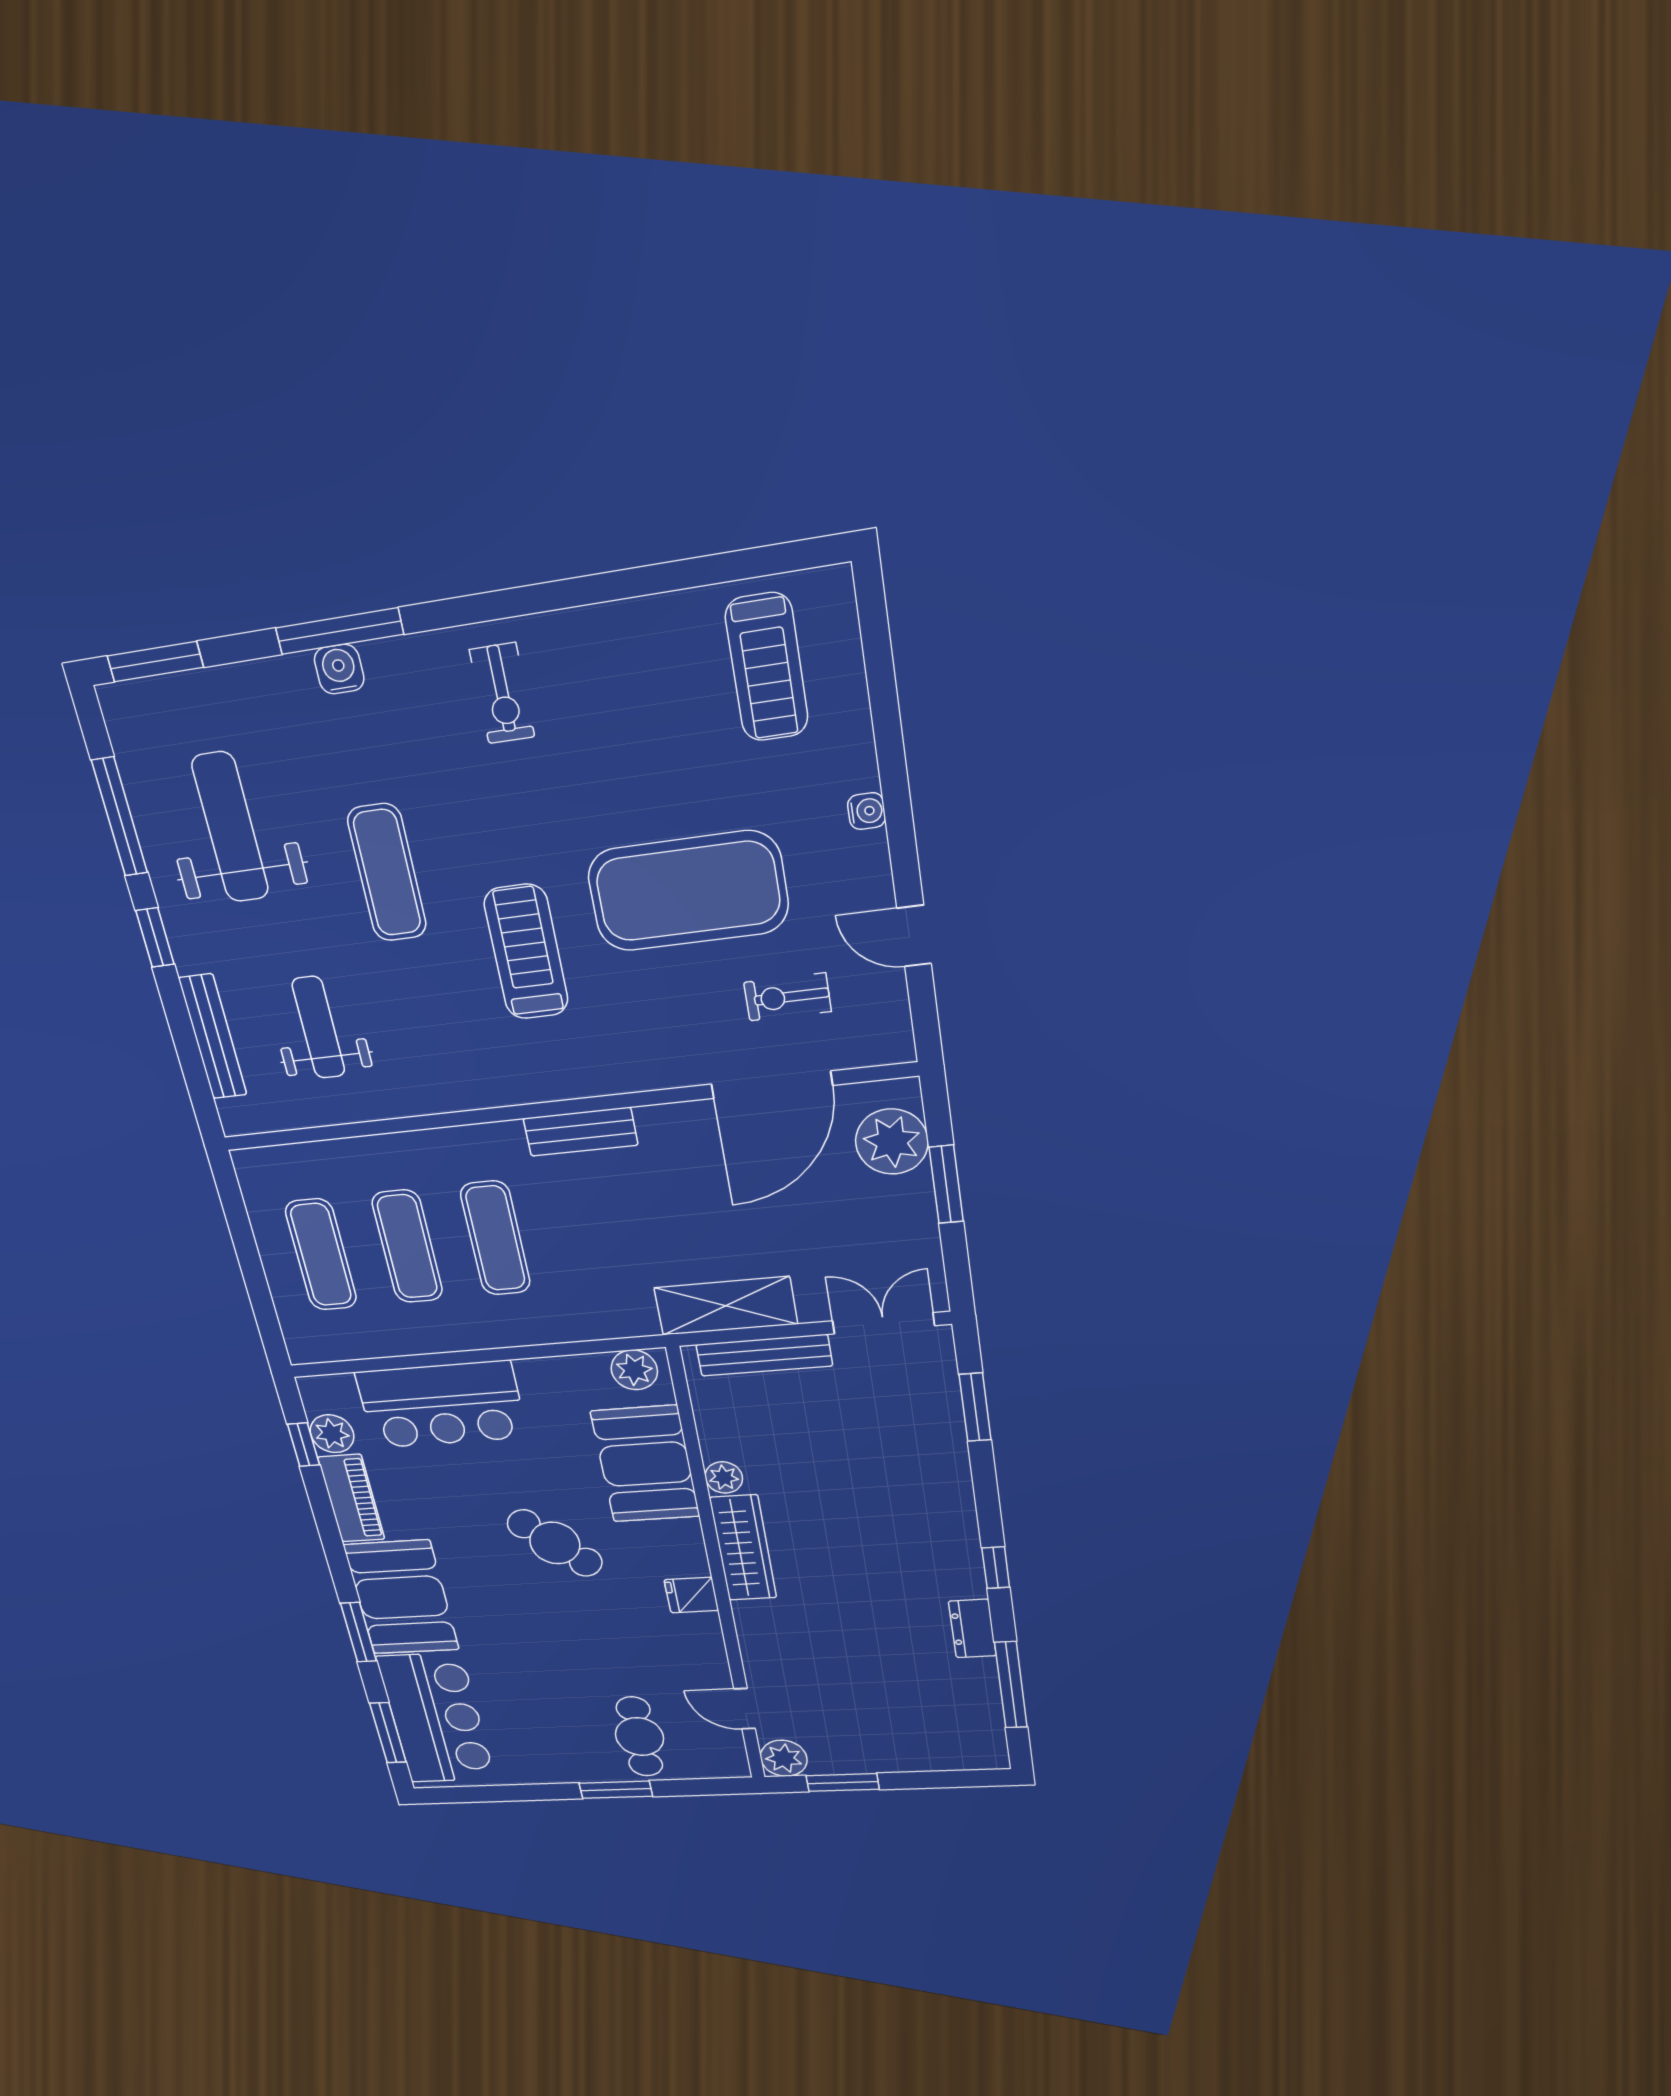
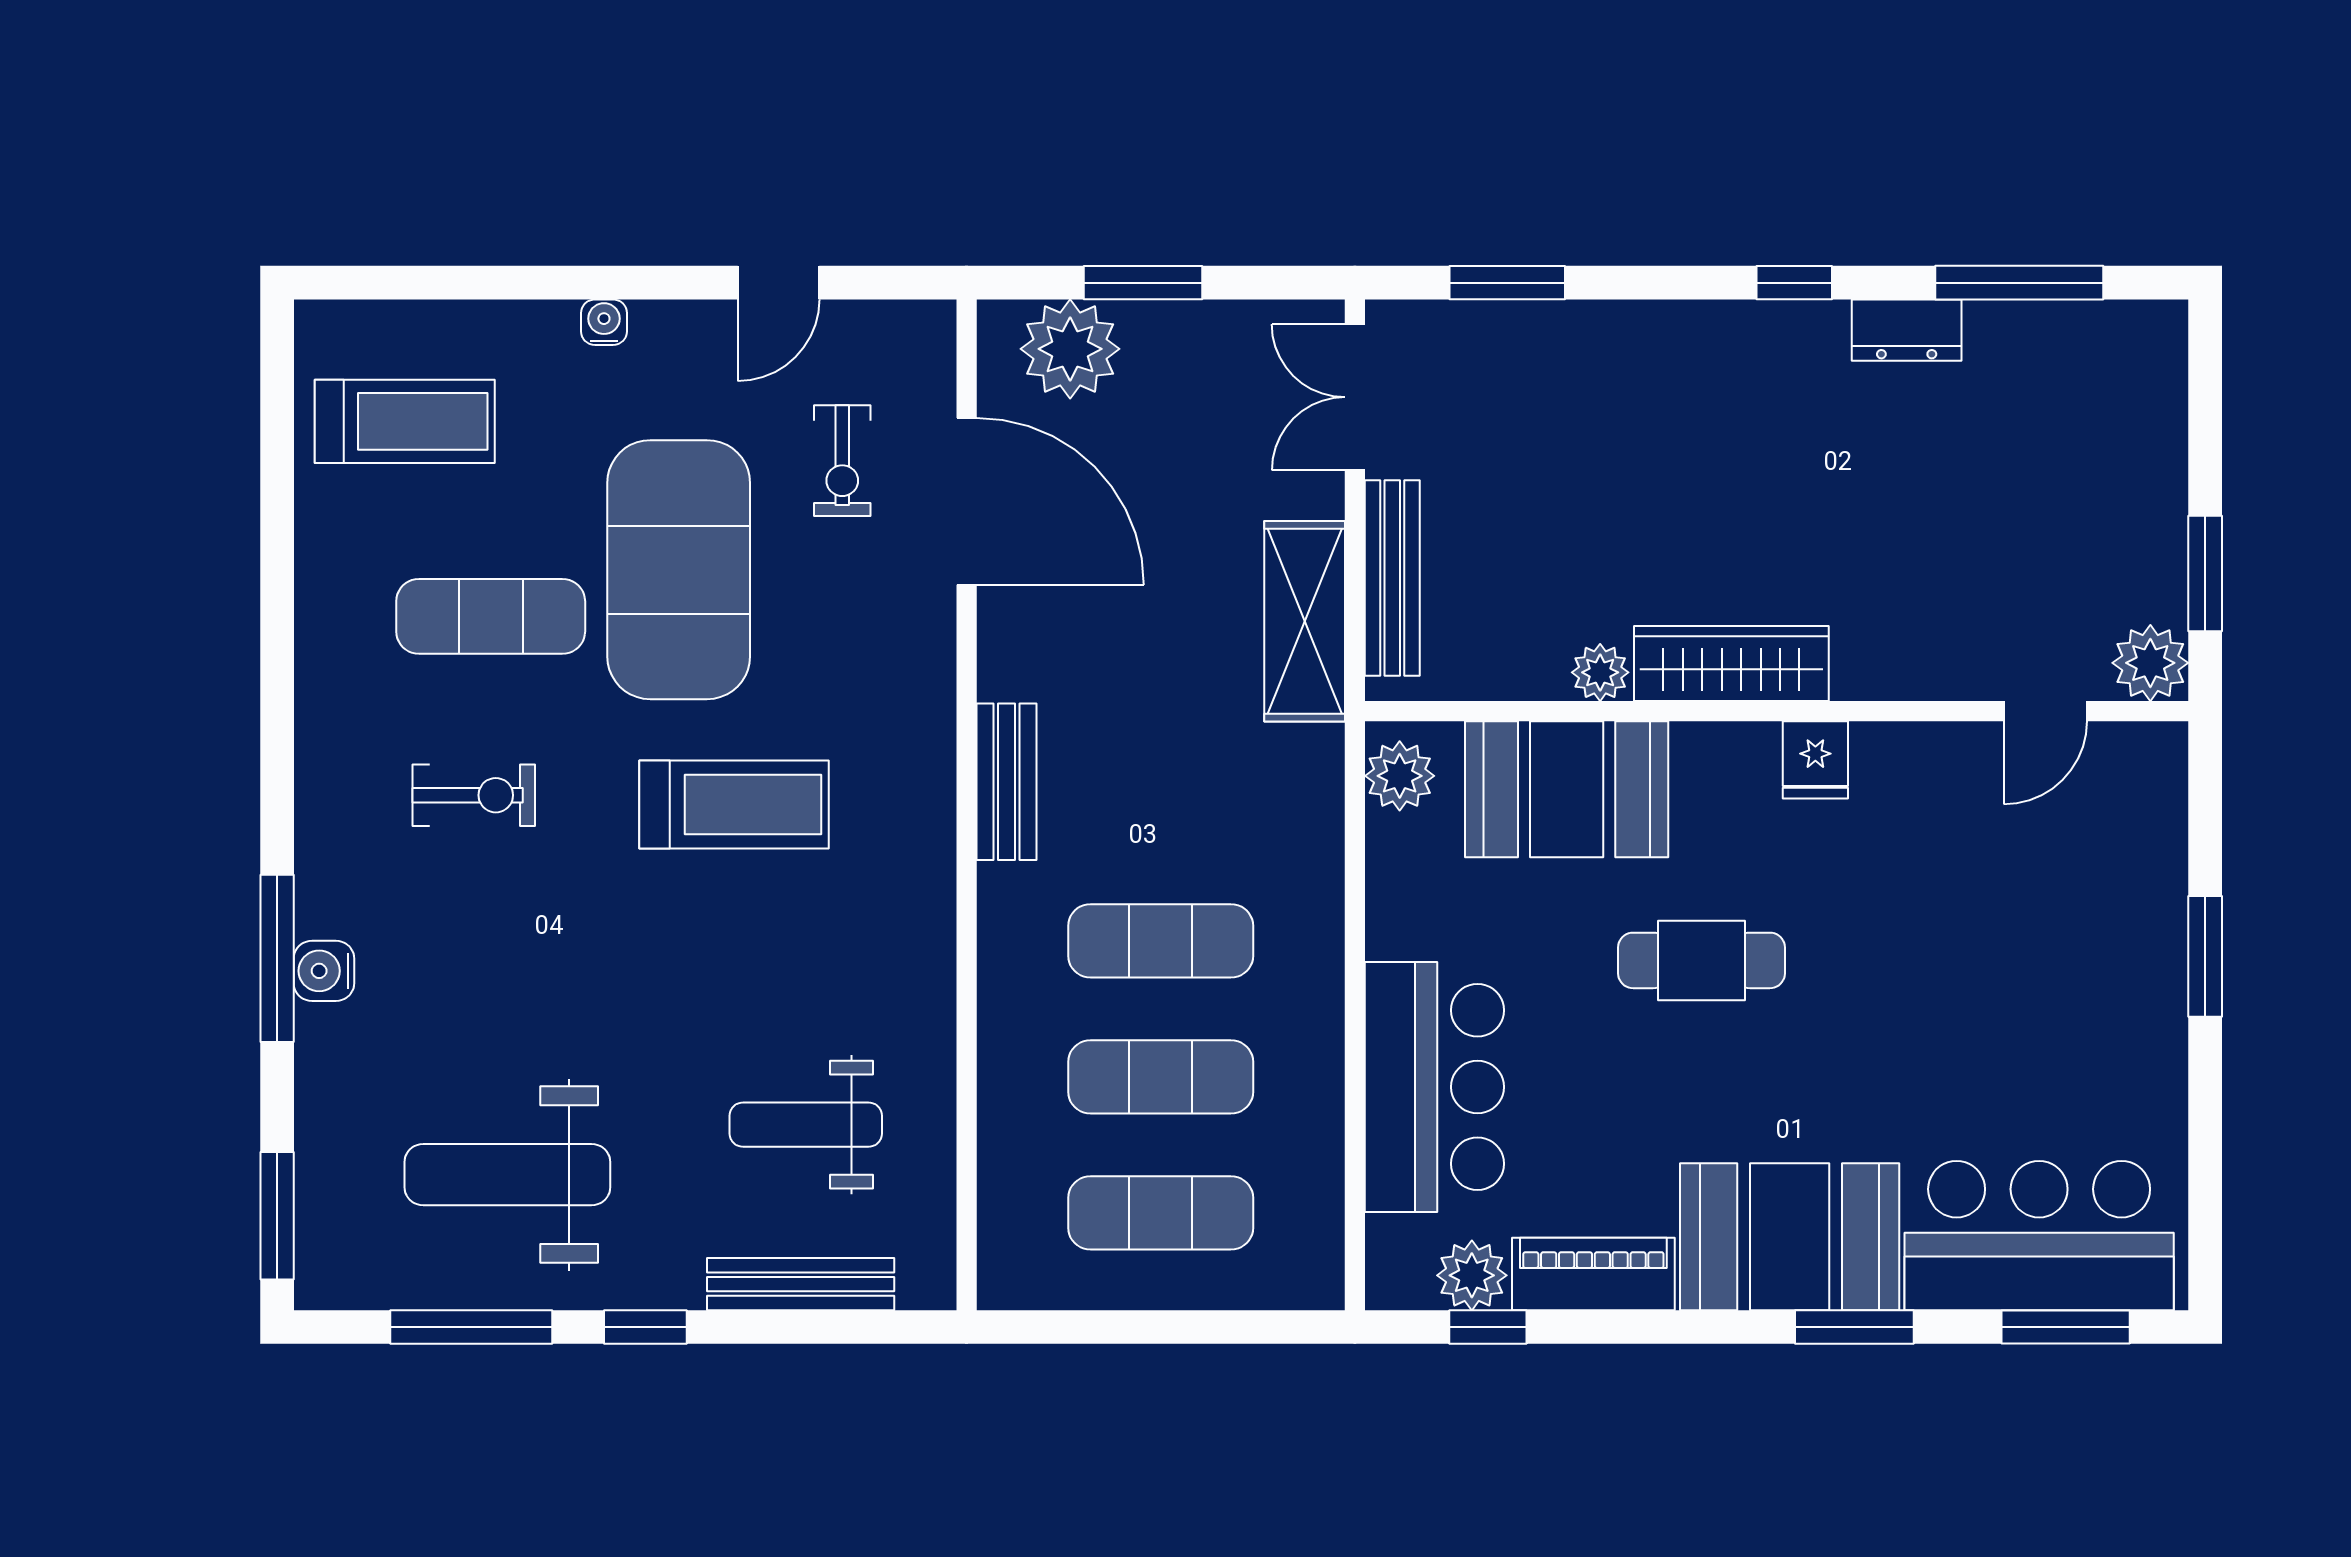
exercise bike: (502, 693) -> (474, 795), moved
exercise mat: (387, 873) -> (491, 616), moved
treadmill: (526, 952) -> (734, 804), turned 180
cafe table: (555, 1543) -> (1701, 960), turned 47
cafe table: (639, 1737) -> (2094, 895), removed

